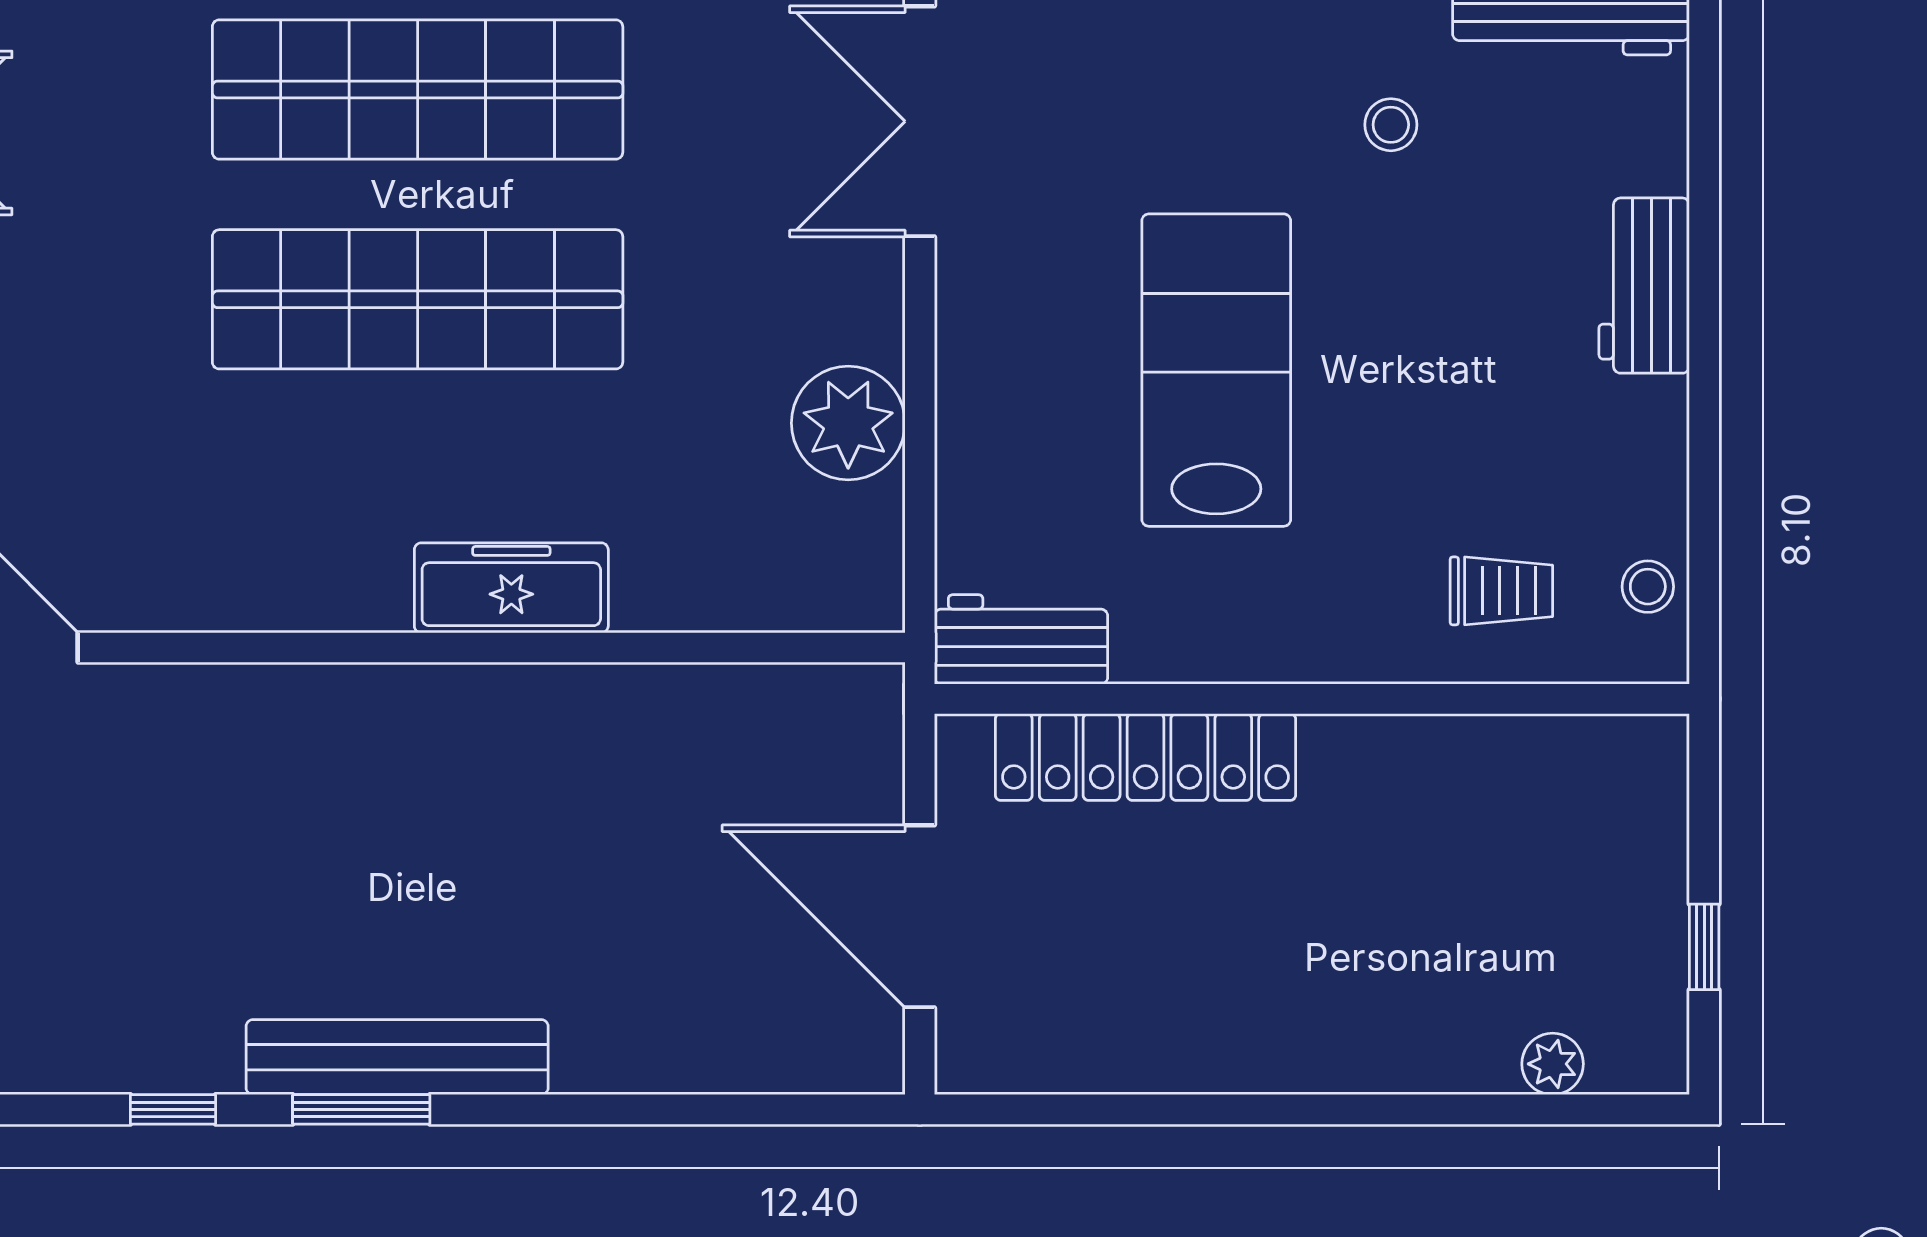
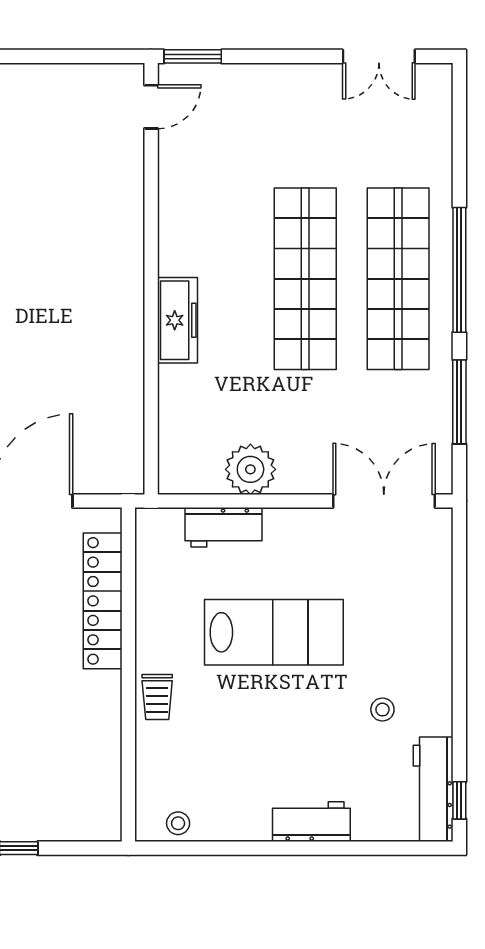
trolley: (1501, 591) -> (157, 697), moved
workbench: (1021, 639) -> (223, 527), moved, turned 90

